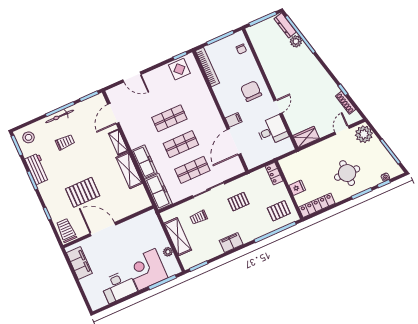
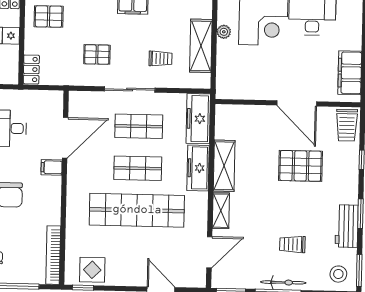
shop shelf: (169, 118) -> (137, 210), width x2.00, depth x1.36

